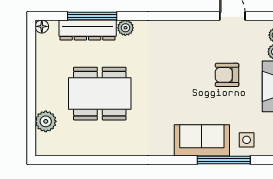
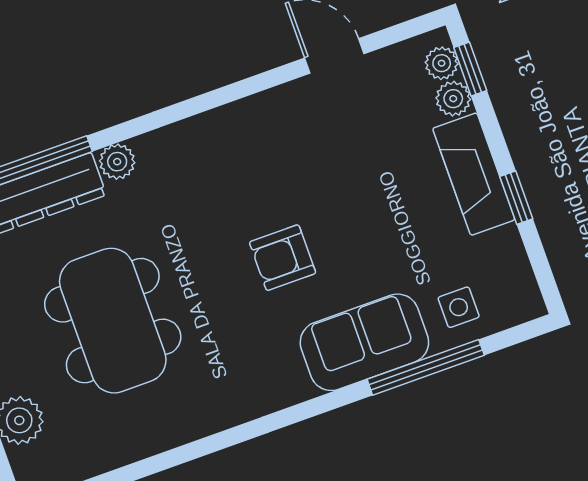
armchair: (227, 75) -> (283, 258), moved
dining table: (100, 94) -> (113, 321), turned 90

